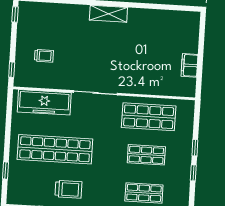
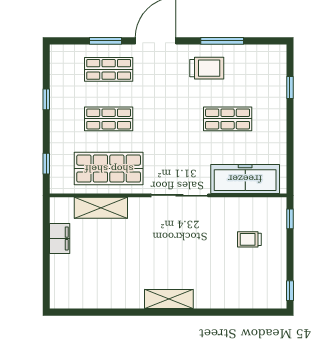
shelving: (156, 87) -> (101, 208), added
window: (195, 148) -> (46, 164), moved
shop shelf: (55, 149) -> (228, 119), width x0.50, depth x0.74
trolley: (68, 189) -> (207, 68), turned 180

